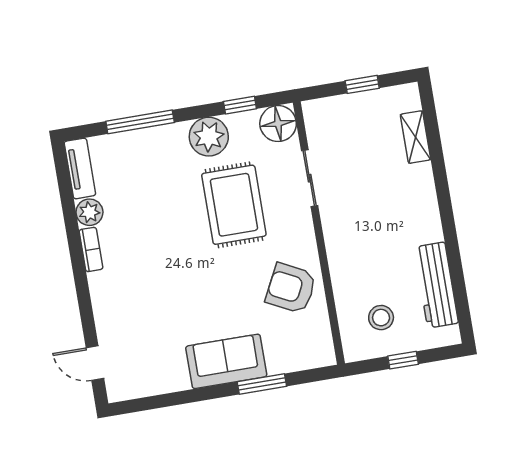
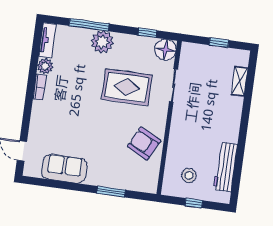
plant: (209, 137) -> (102, 42), moved
rug: (234, 205) -> (127, 87), turned 90
sofa: (226, 361) -> (64, 169), moved

